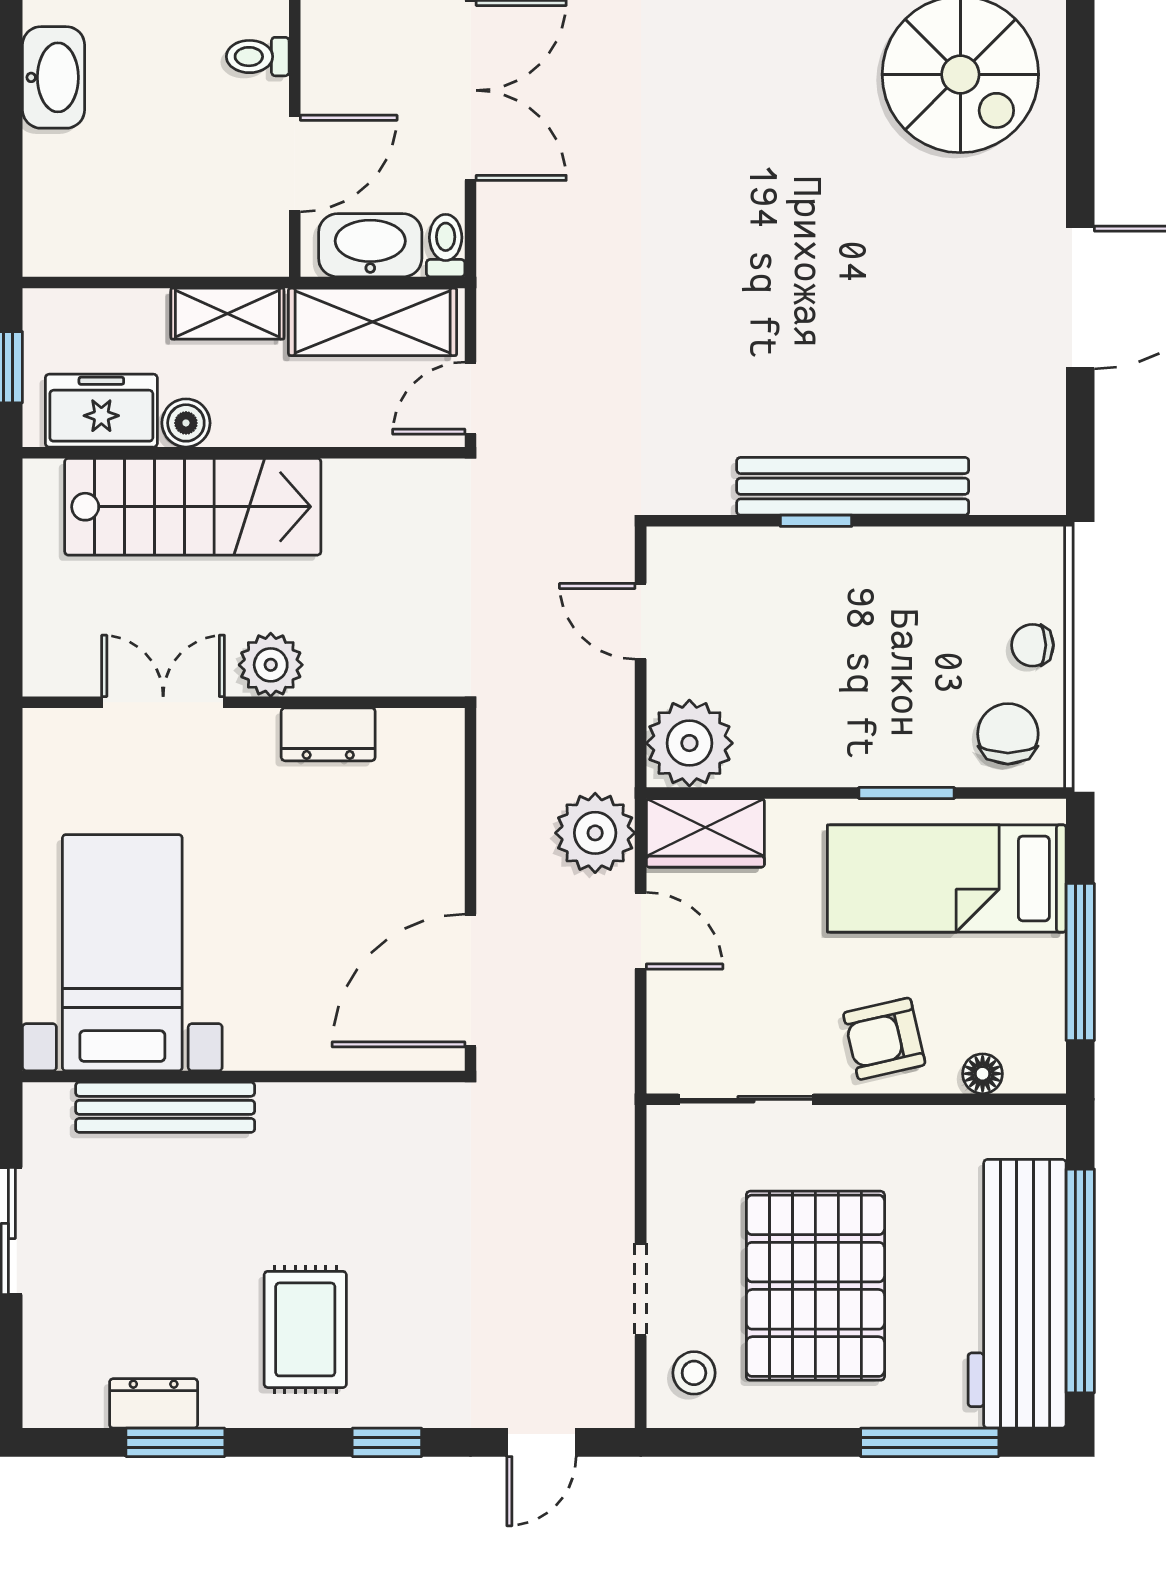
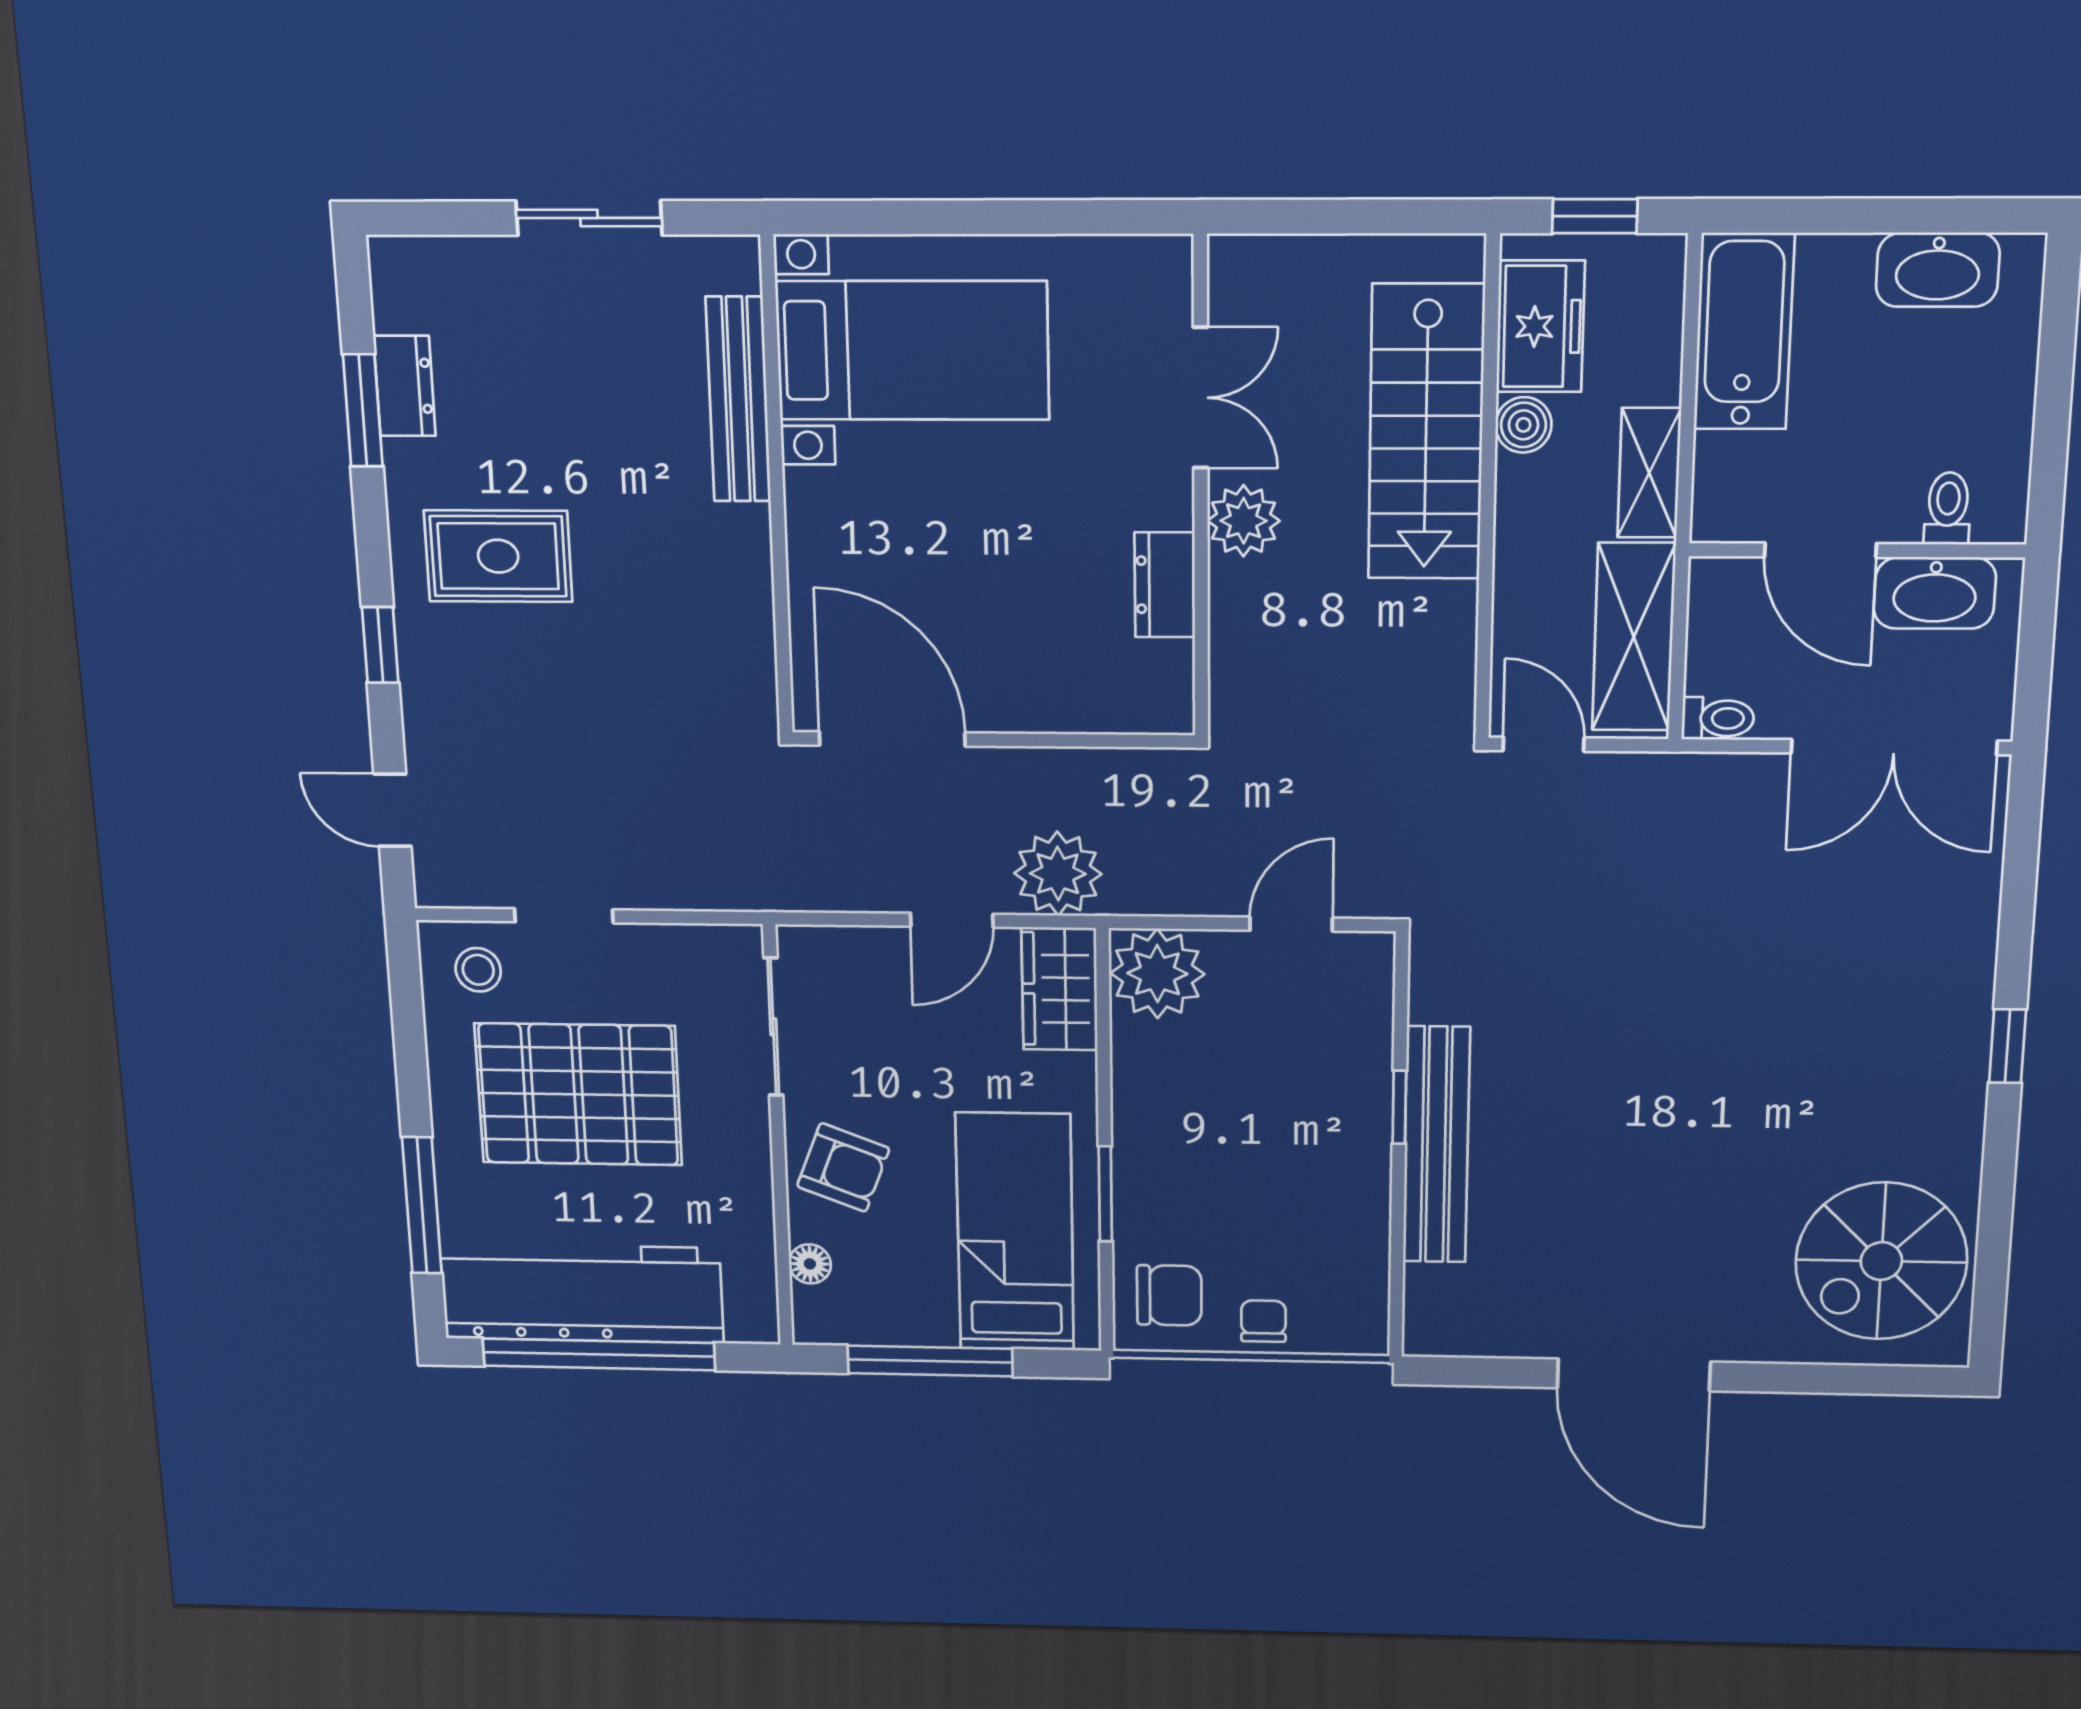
bathtub: (106, 238) -> (1744, 332), added
washbasin: (370, 245) -> (1935, 593), moved, turned 90
armchair: (884, 1039) -> (843, 1167), turned 124

